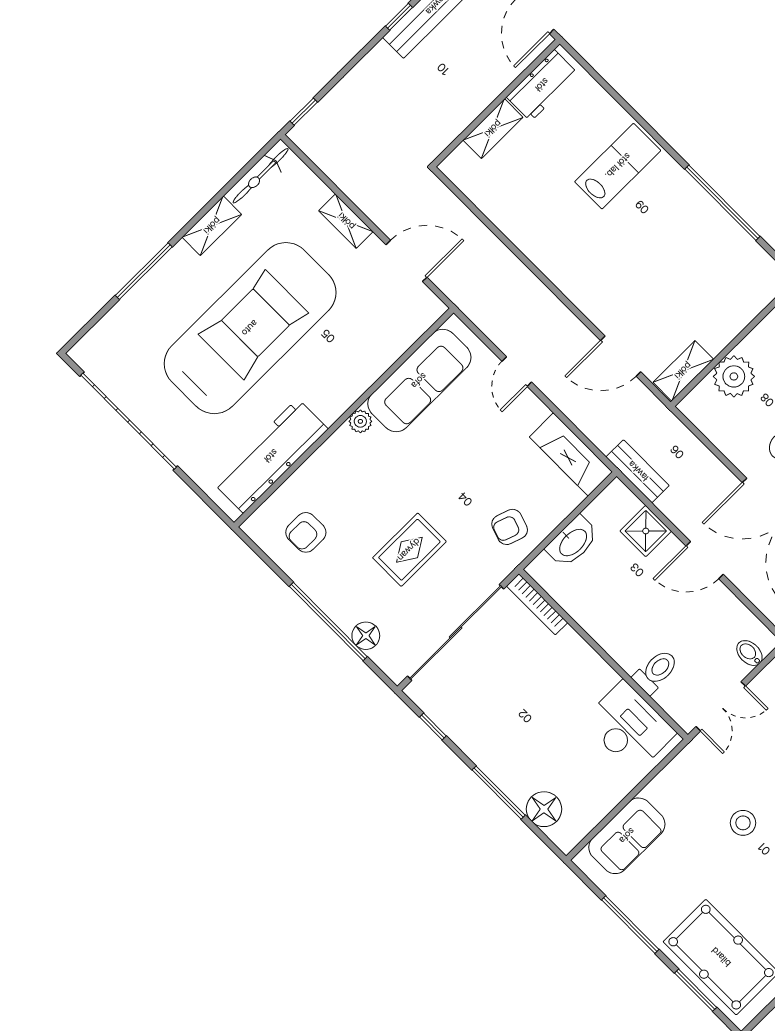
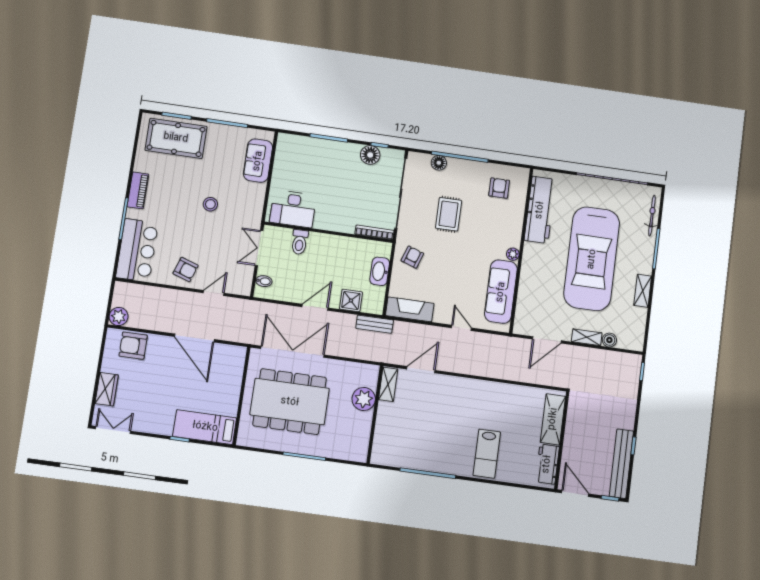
shelving: (493, 129) -> (553, 419), width x1.50, depth x1.33
bicycle: (261, 176) -> (652, 216), moved
boiler: (316, 192) -> (609, 340), added
floor lamp: (544, 809) -> (370, 155), moved

